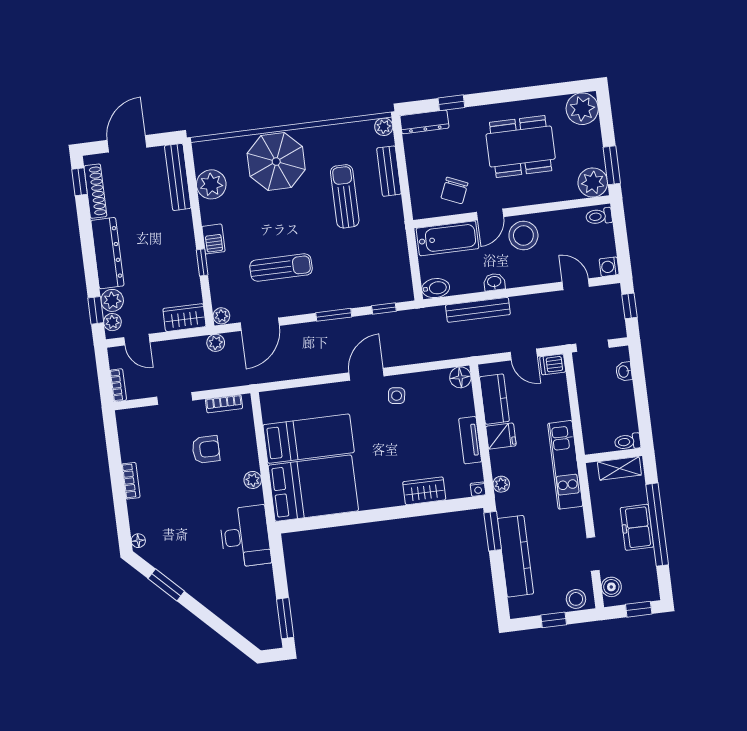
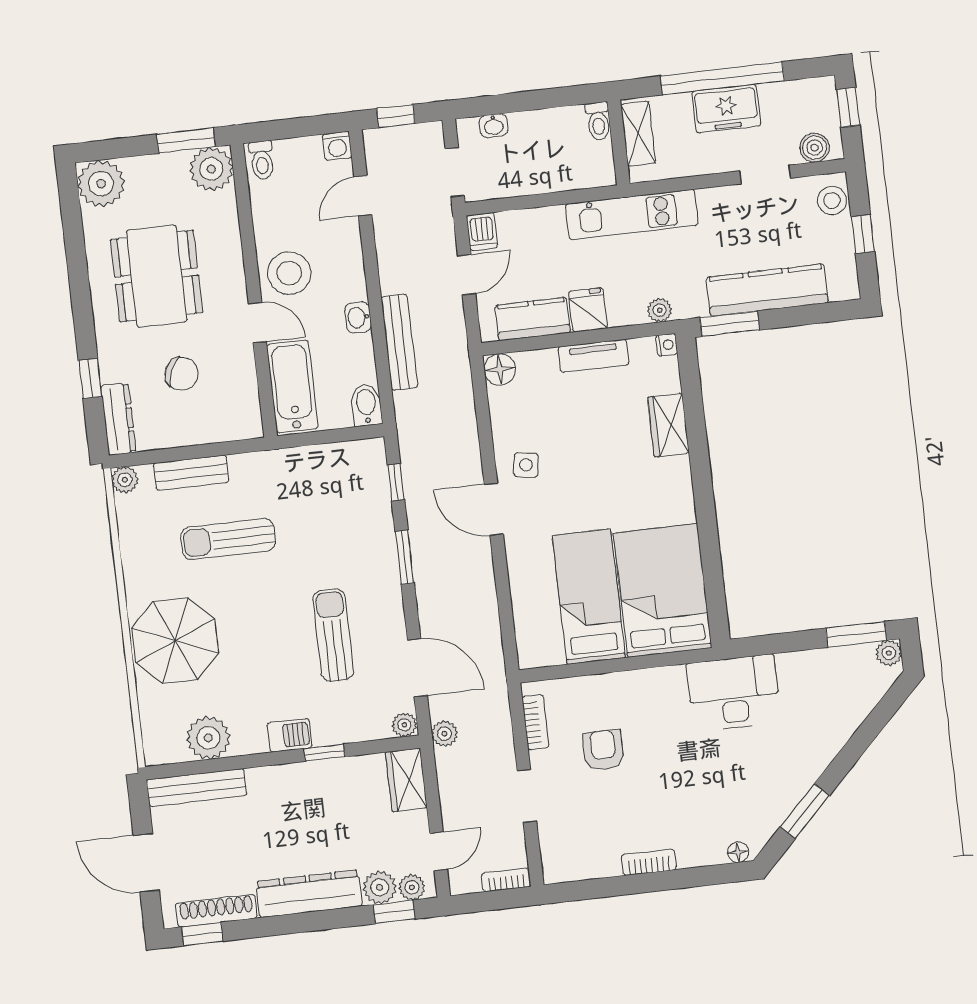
chair: (454, 191) -> (182, 374), moved
plant: (253, 480) -> (889, 653), moved

